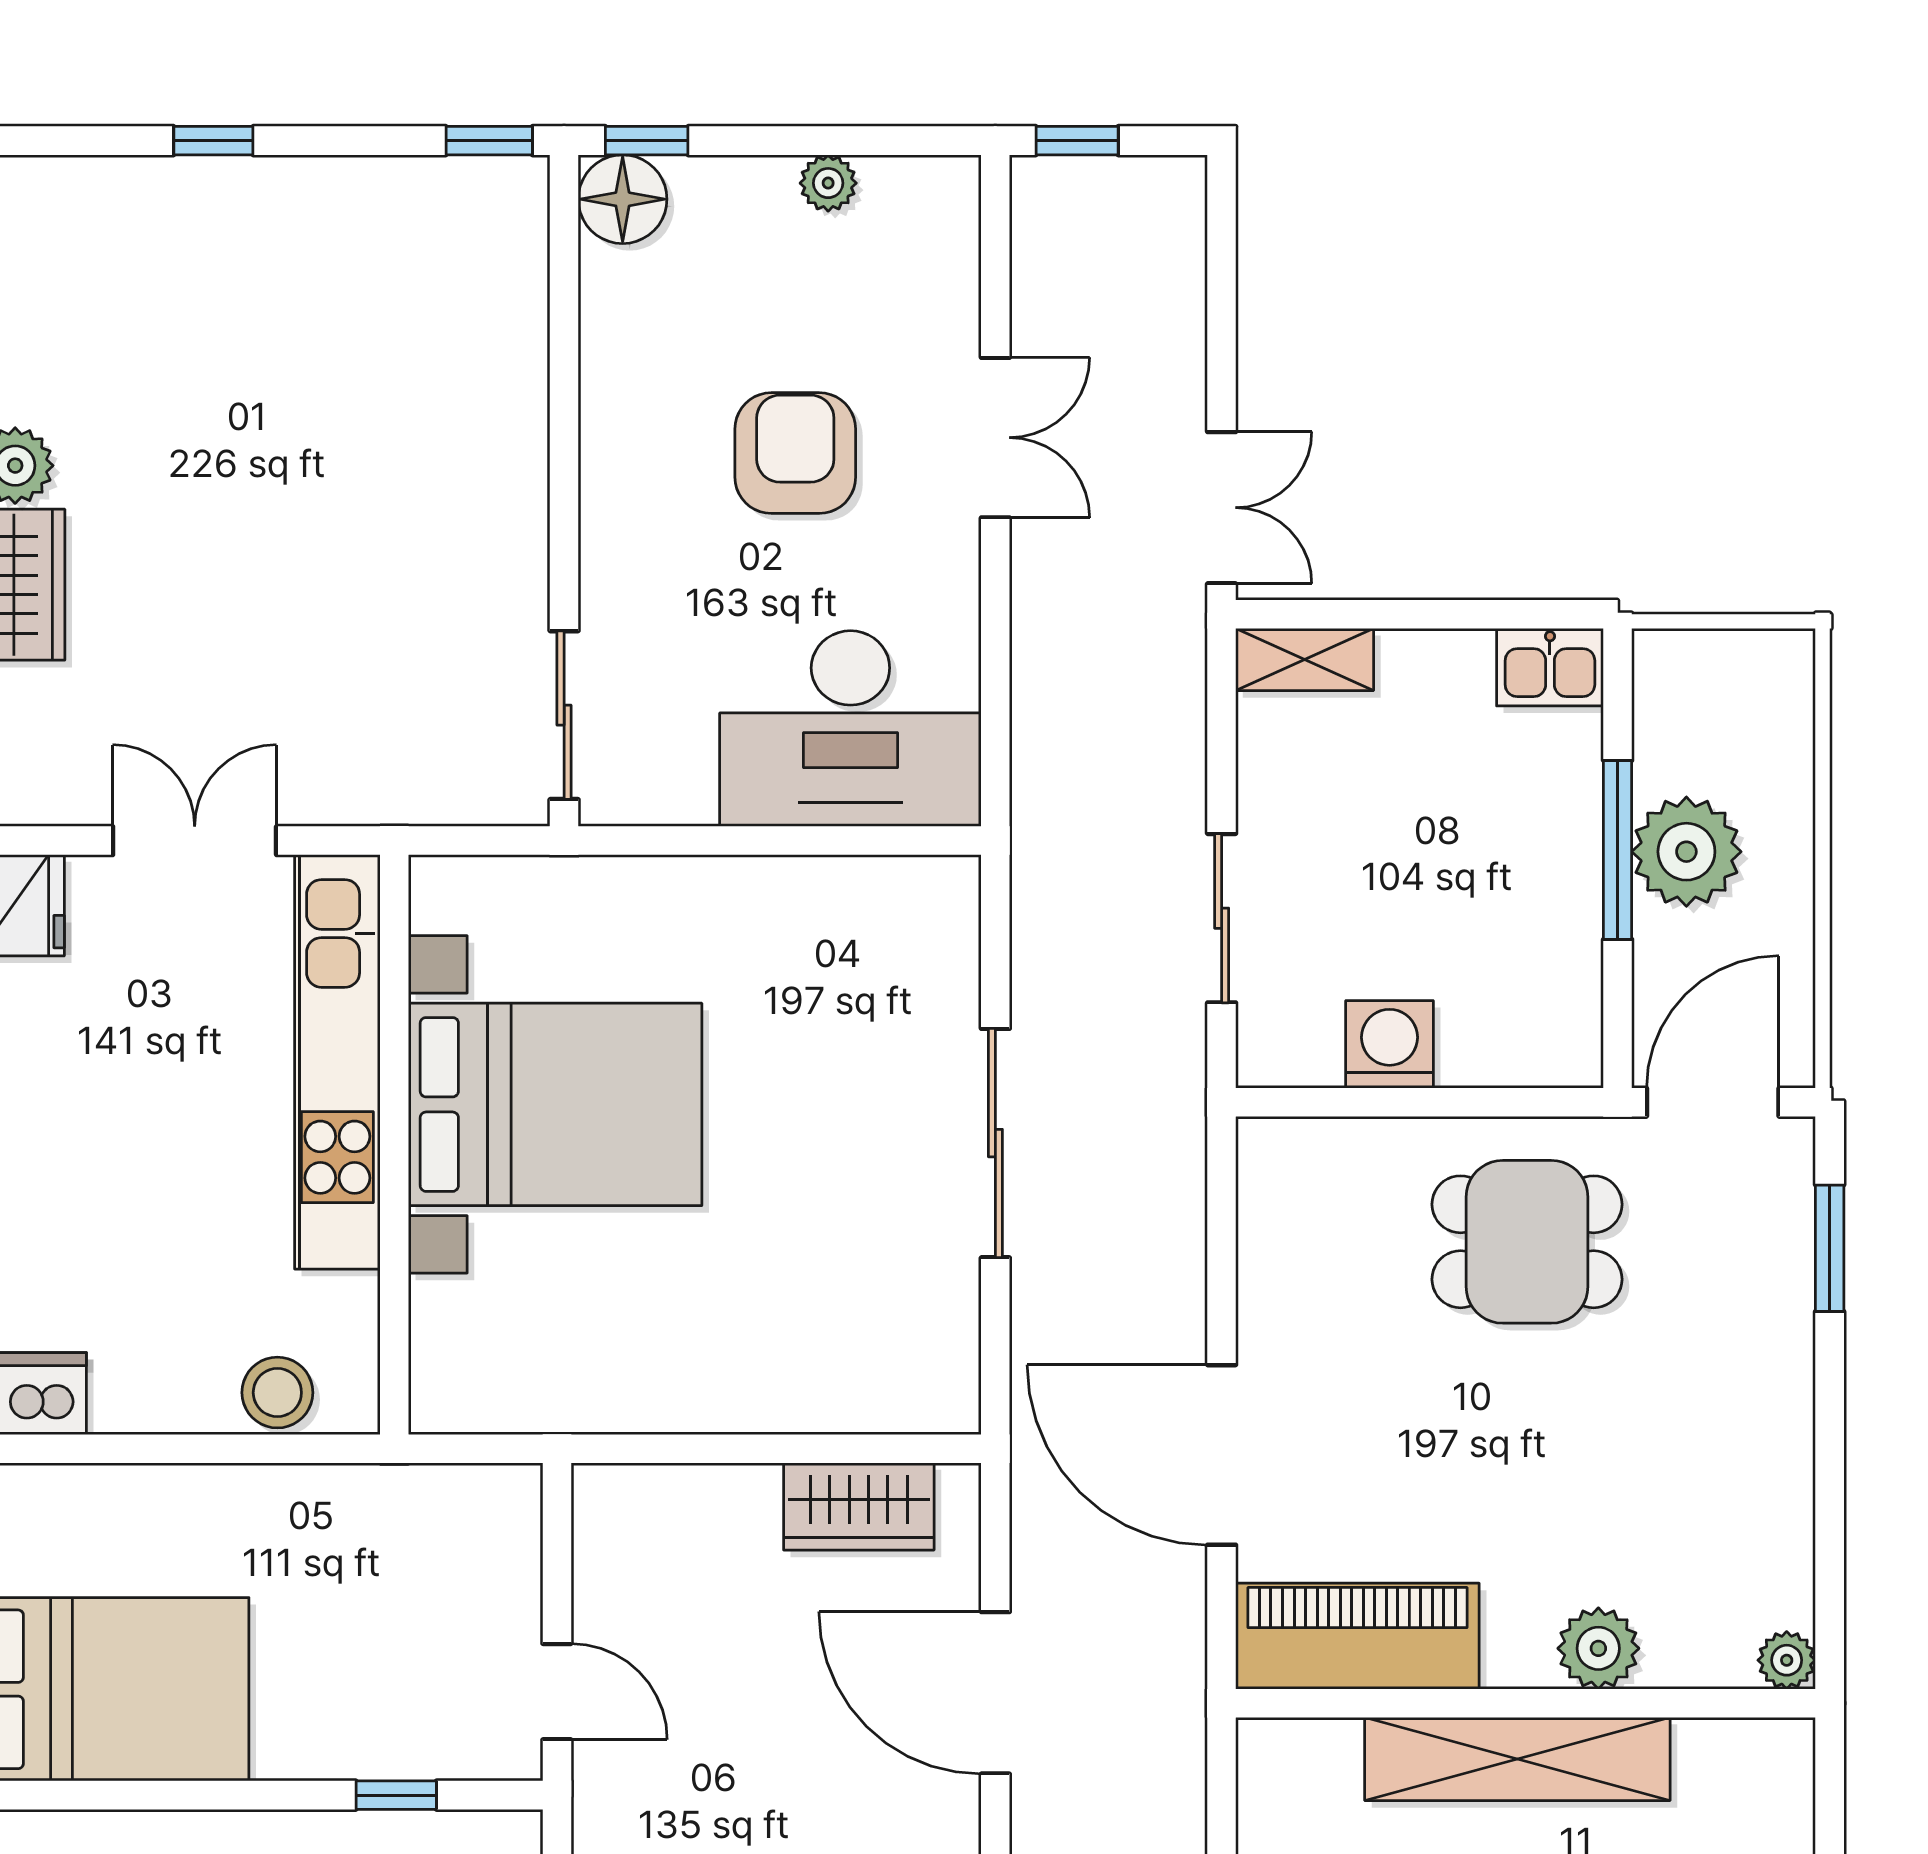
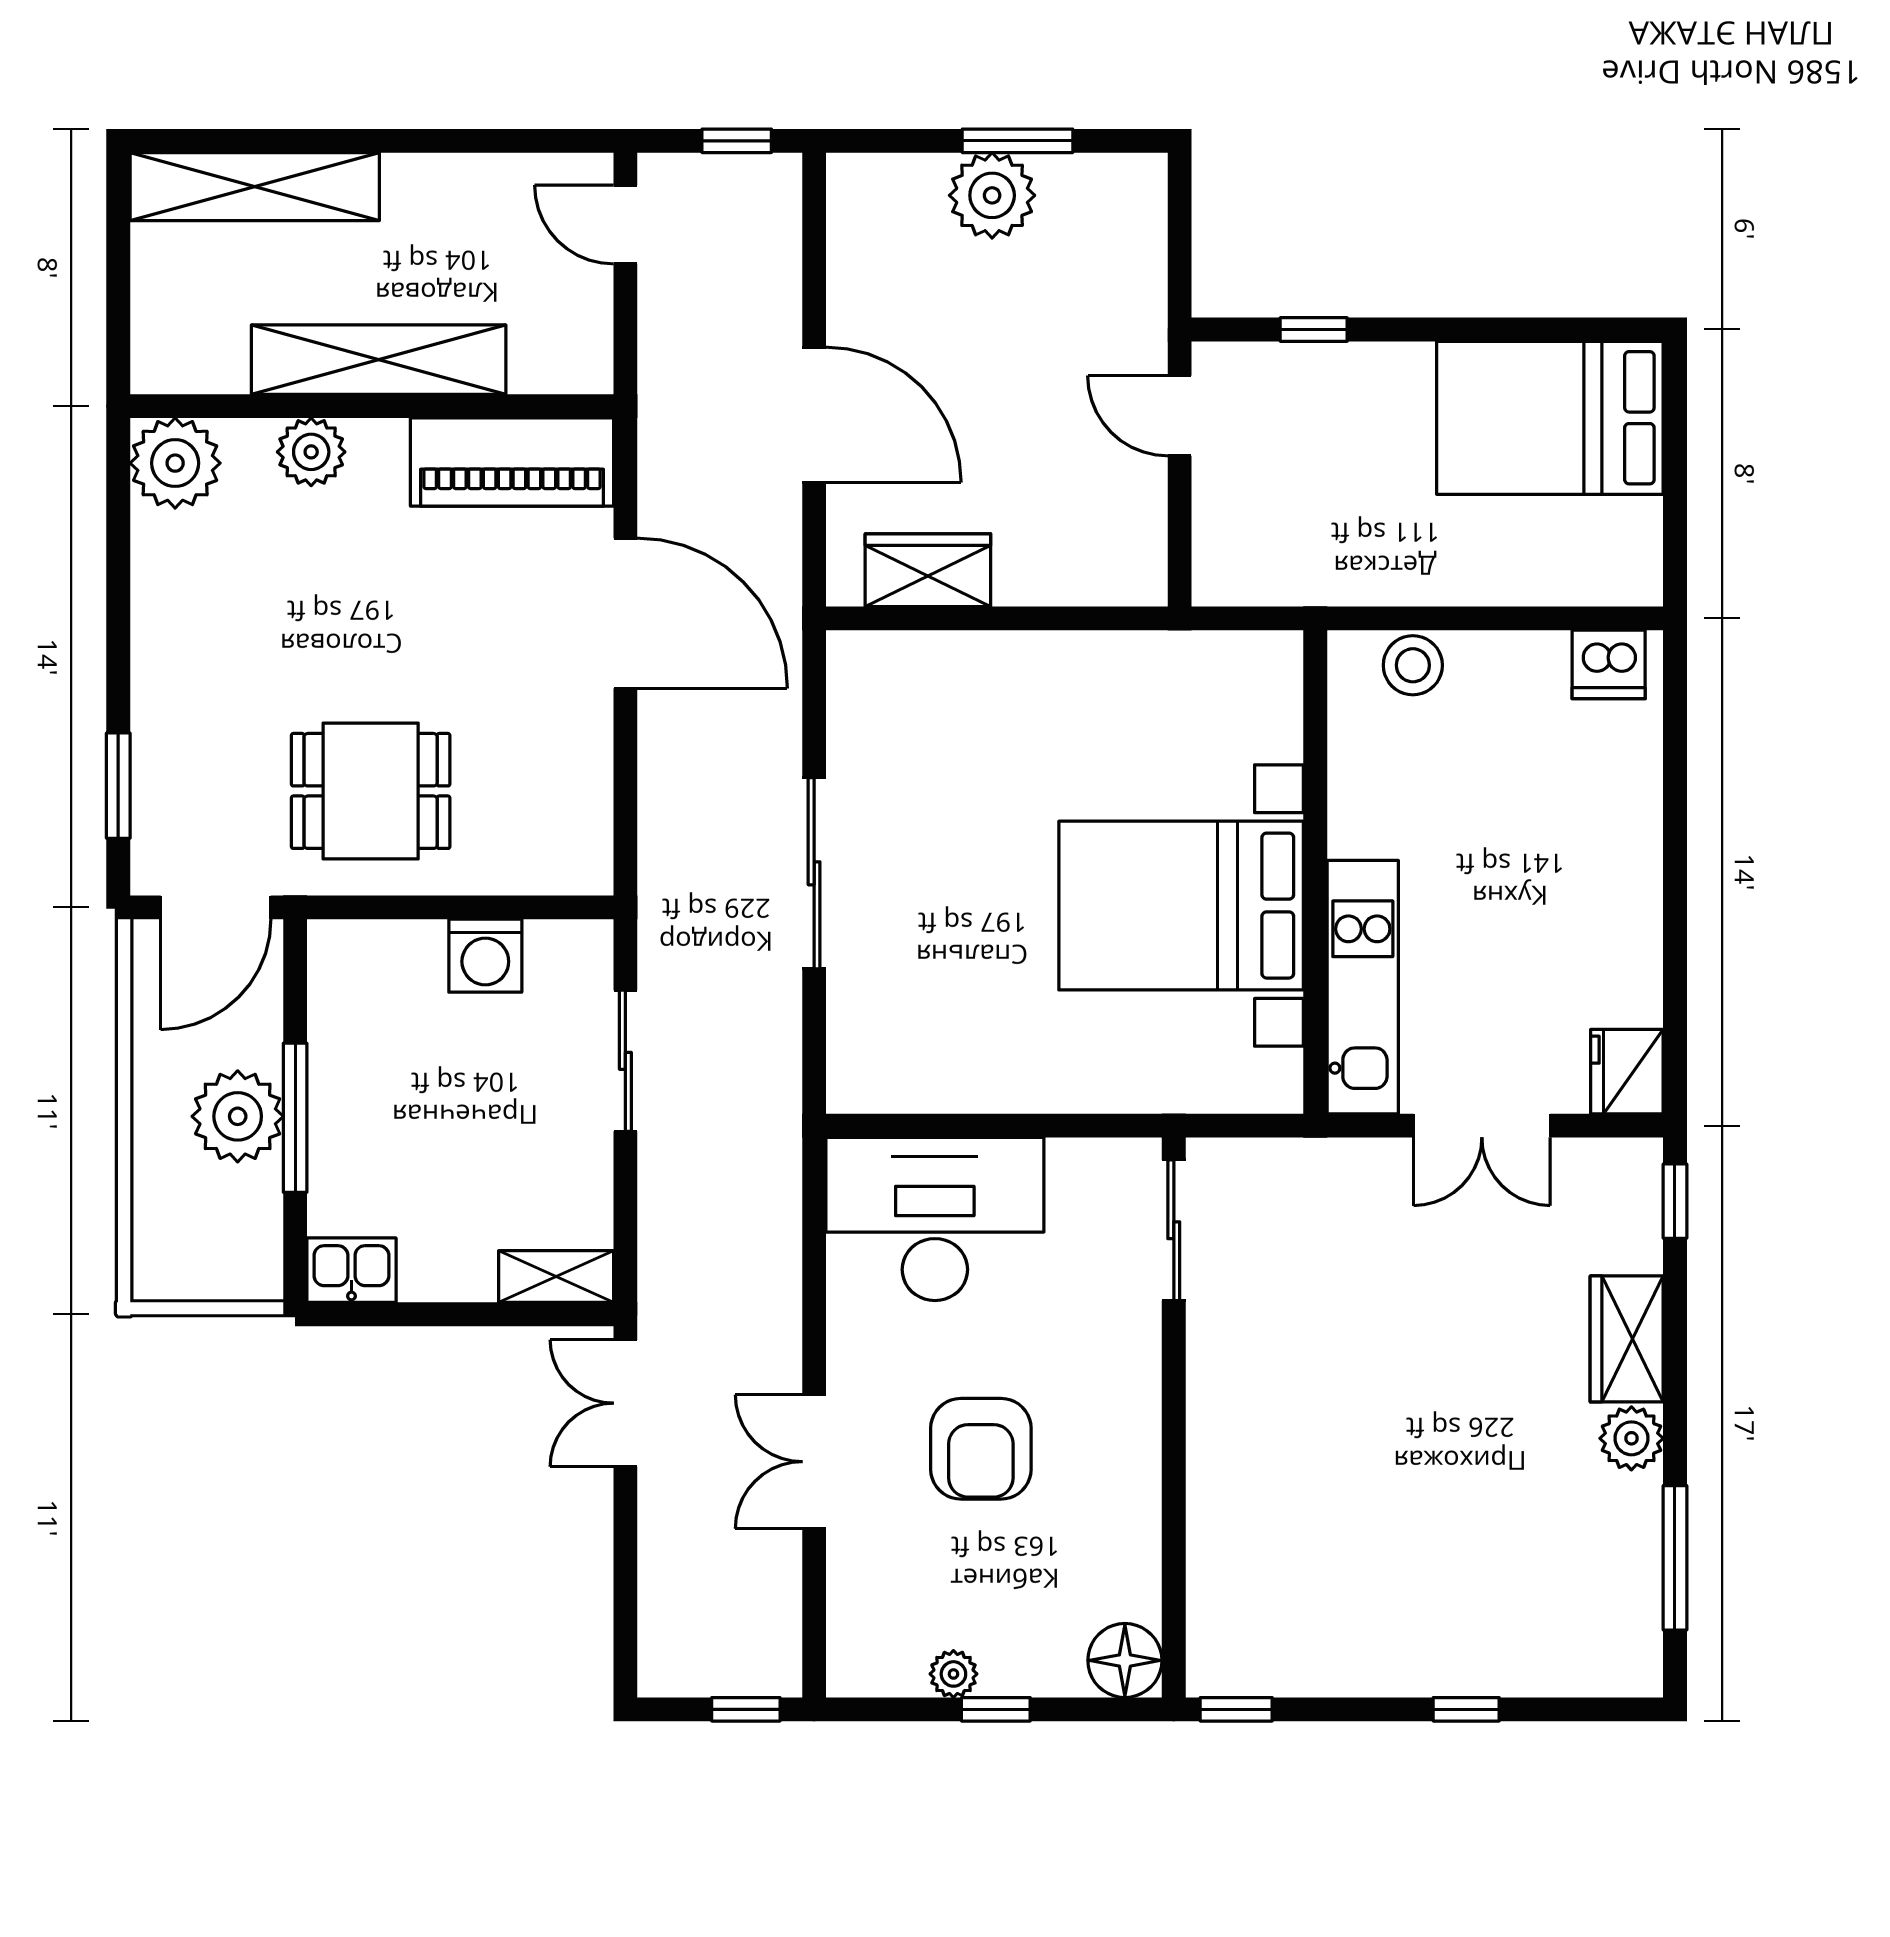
window: (647, 141) -> (996, 1709), moved
kitchen unit: (337, 1062) -> (1363, 987), width x0.73
plant: (1787, 1660) -> (175, 463), width x1.88, depth x1.88

